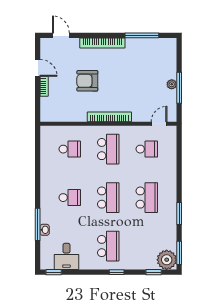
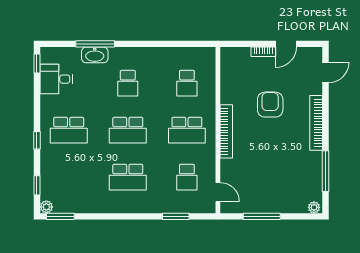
plant: (172, 84) -> (314, 207), moved
window: (179, 214) -> (176, 216), moved
washbasin: (45, 230) -> (95, 55), width x1.91, depth x1.45
plant: (167, 260) -> (46, 207), width x0.53, depth x0.53

